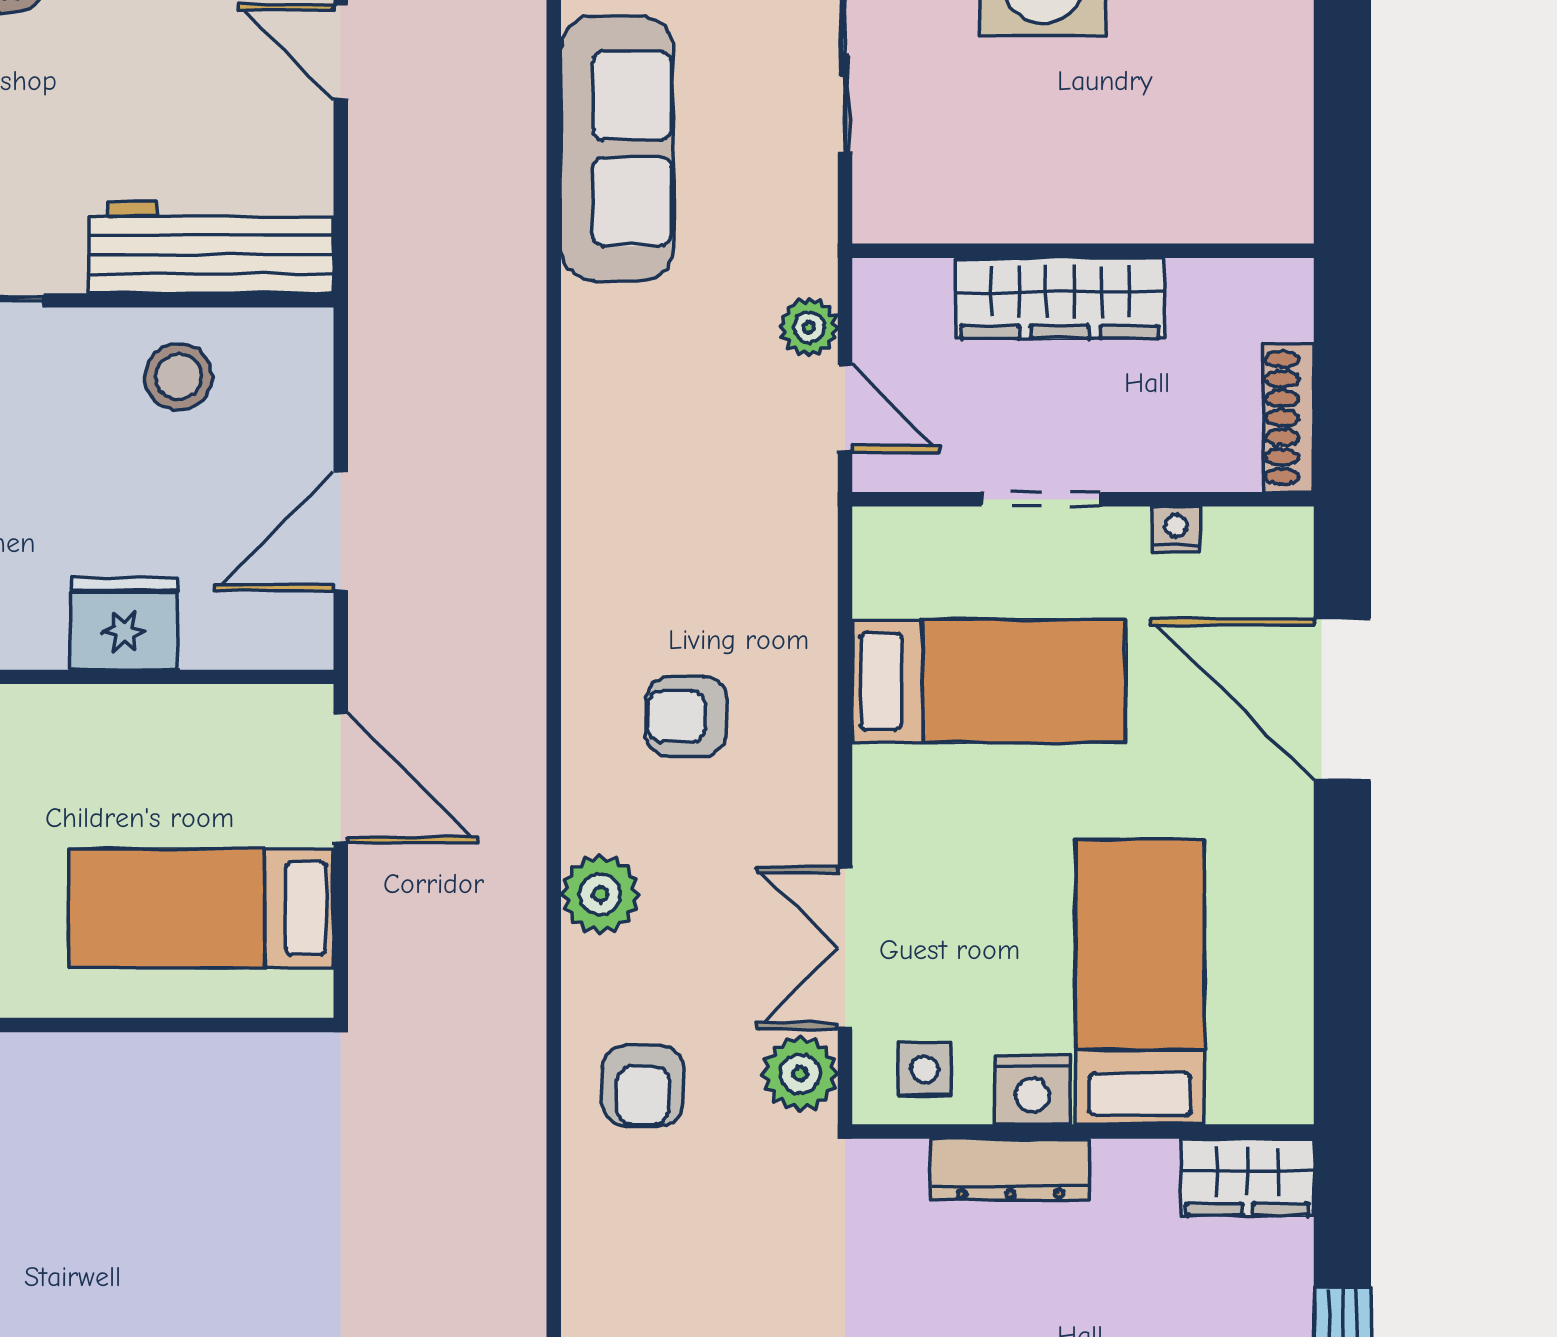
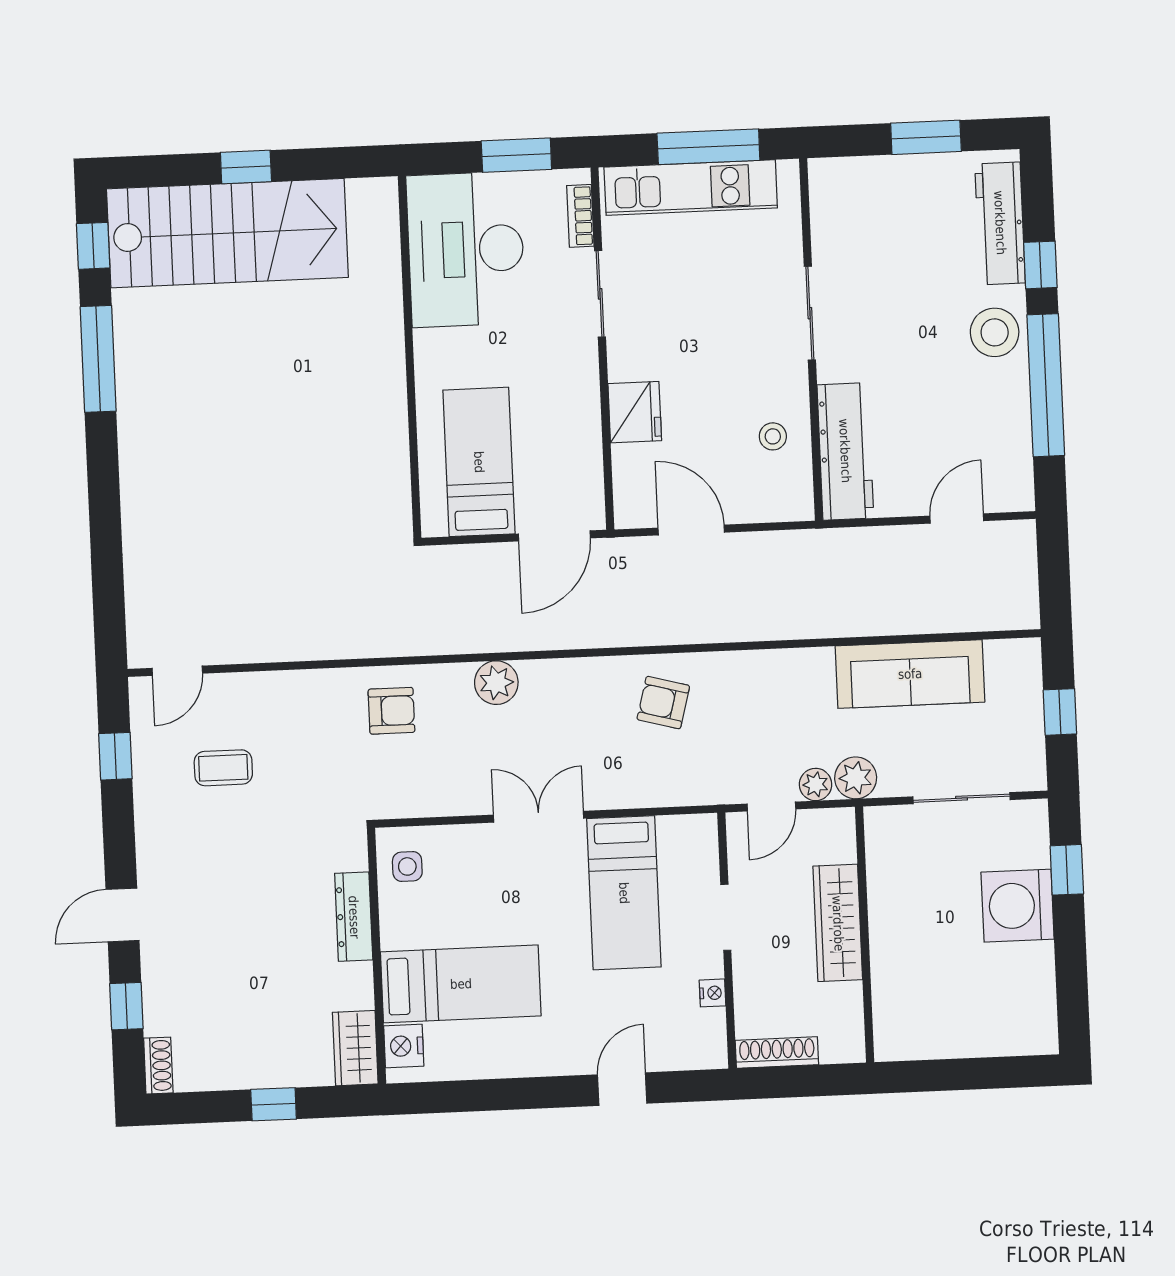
stool: (178, 377) -> (773, 436), width x0.73, depth x0.73
door: (1342, 700) -> (622, 1089), width x0.53
armchair: (686, 716) -> (663, 703), moved, turned -75
double door: (845, 948) -> (539, 817), moved
plant: (800, 1074) -> (856, 778), moved
armchair: (643, 1085) -> (391, 711), turned 180
nightstand: (1033, 1090) -> (404, 1046), moved

